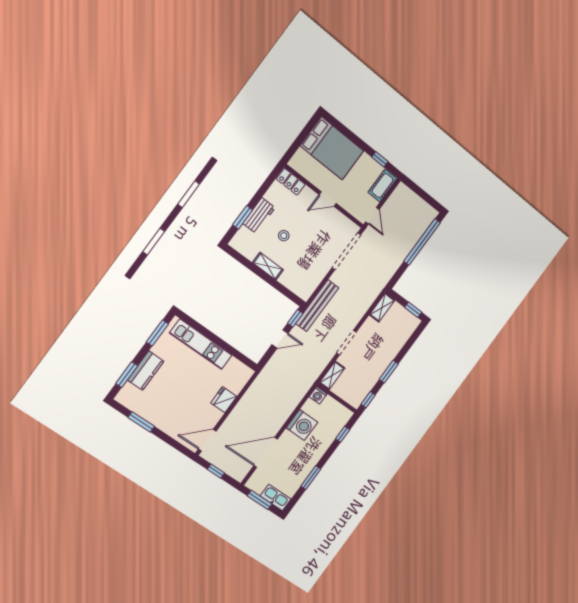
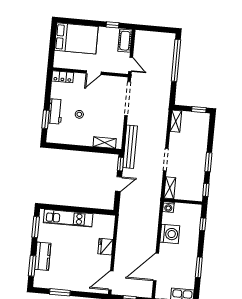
shelving: (268, 266) -> (105, 143), moved

